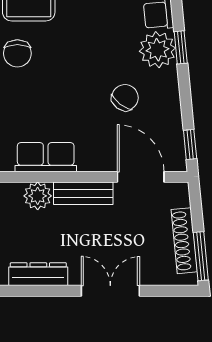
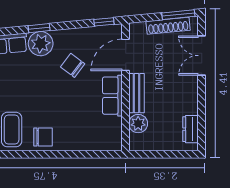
row of seats: (46, 157) -> (112, 96), moved
dresser: (38, 274) -> (190, 129), width x0.70
double door: (110, 291) -> (202, 56), moved

